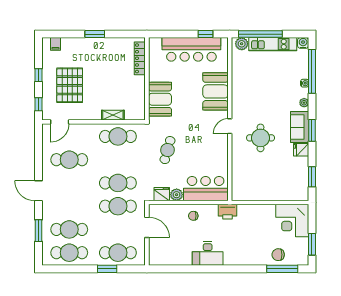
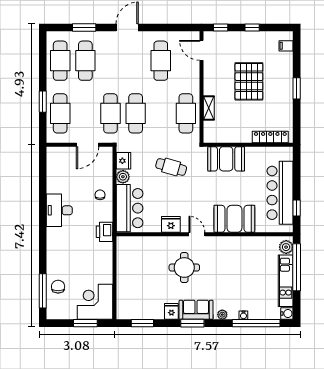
pallet: (70, 85) -> (249, 81), moved, turned 90
fridge: (221, 150) -> (171, 224), added
window: (312, 244) -> (85, 323), moved

